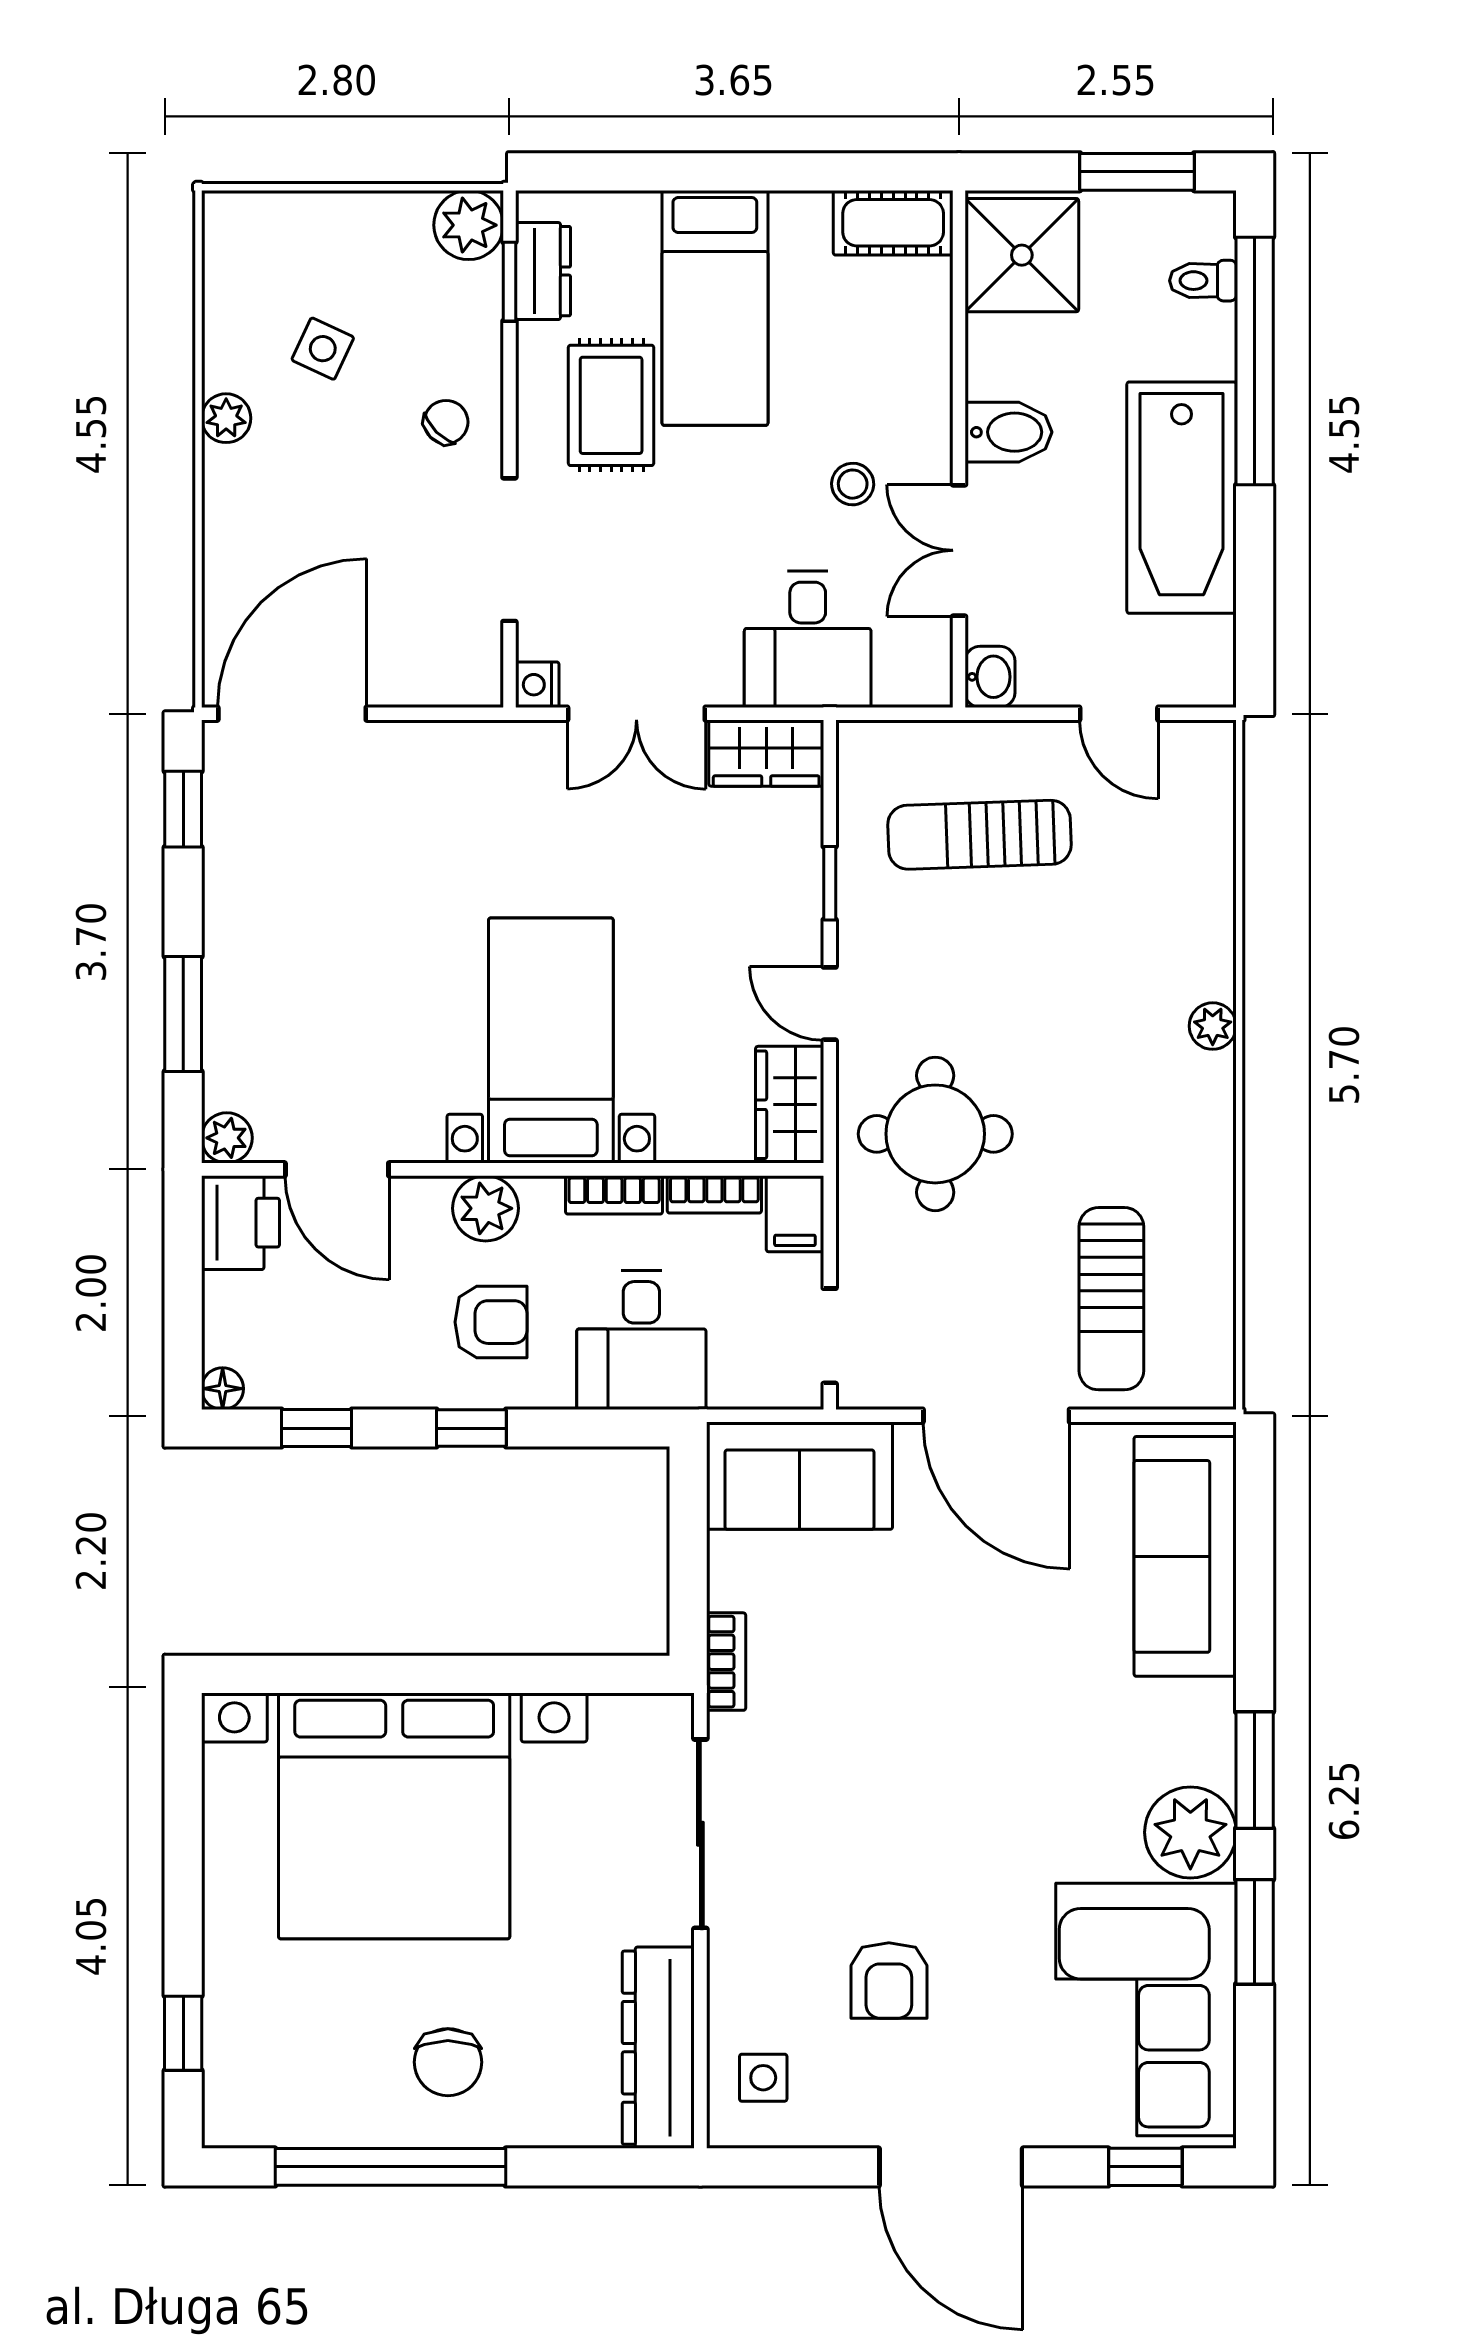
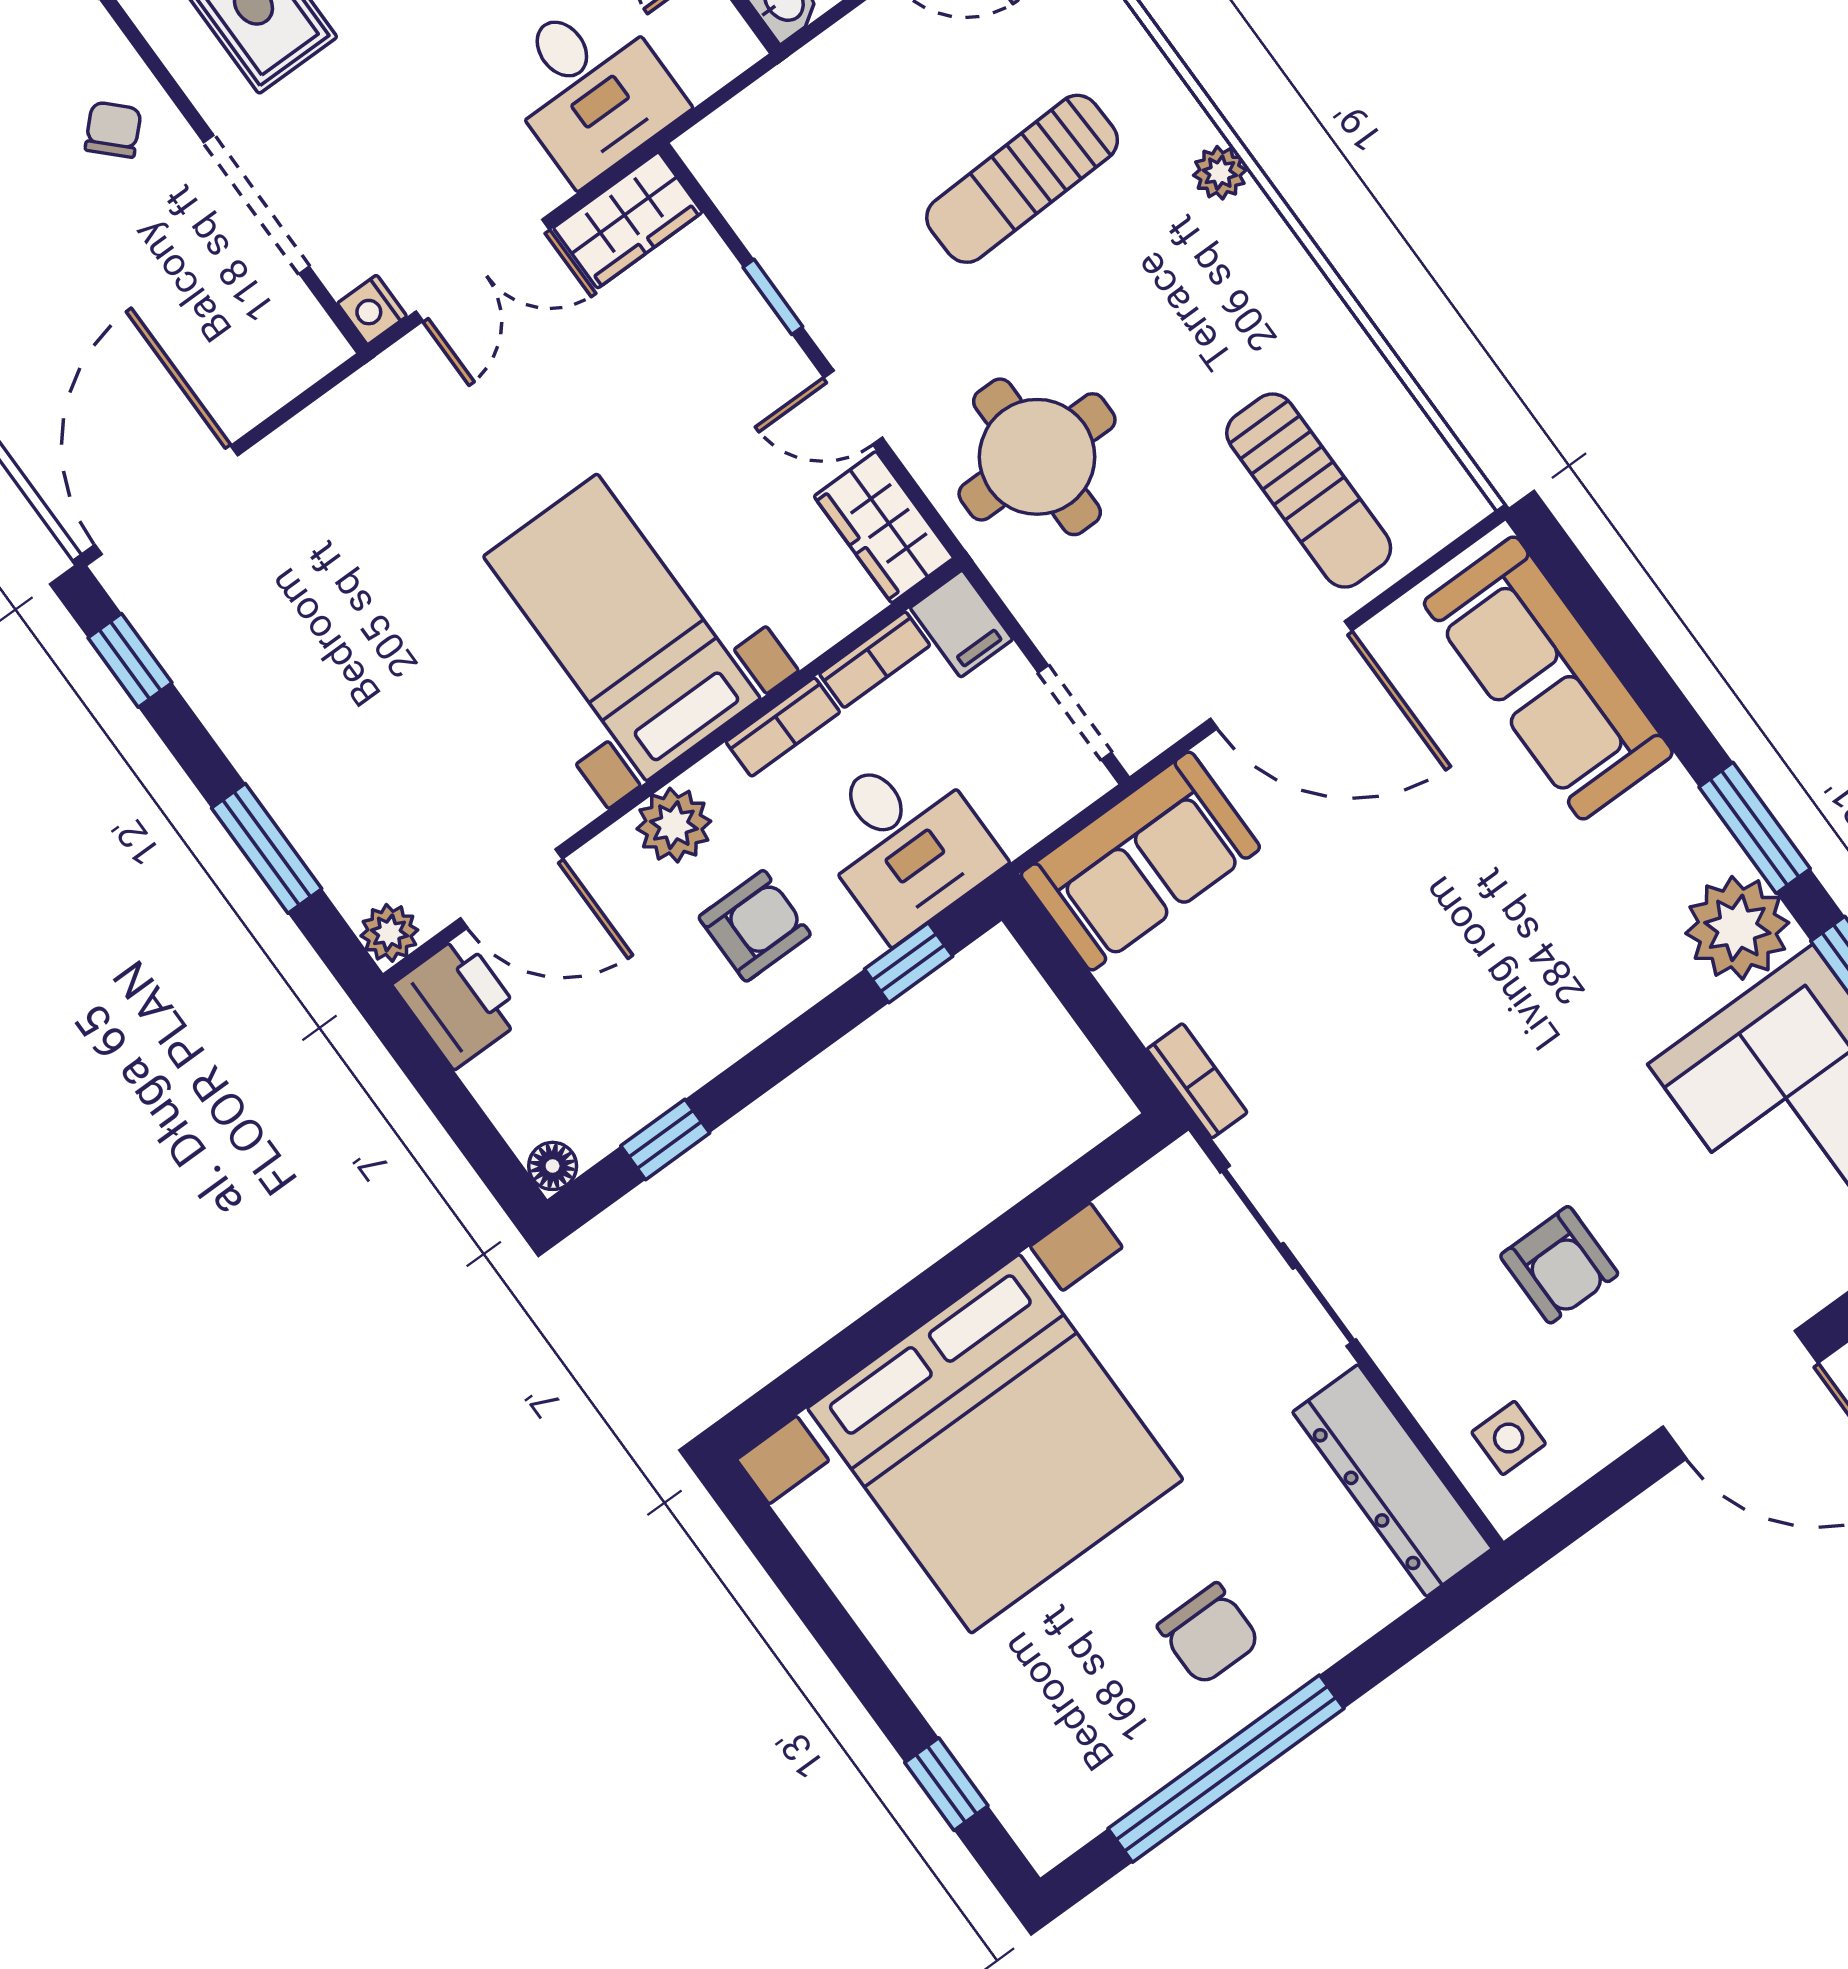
sun lounger: (979, 835) -> (1022, 179), moved
window: (471, 1428) -> (909, 963), moved

